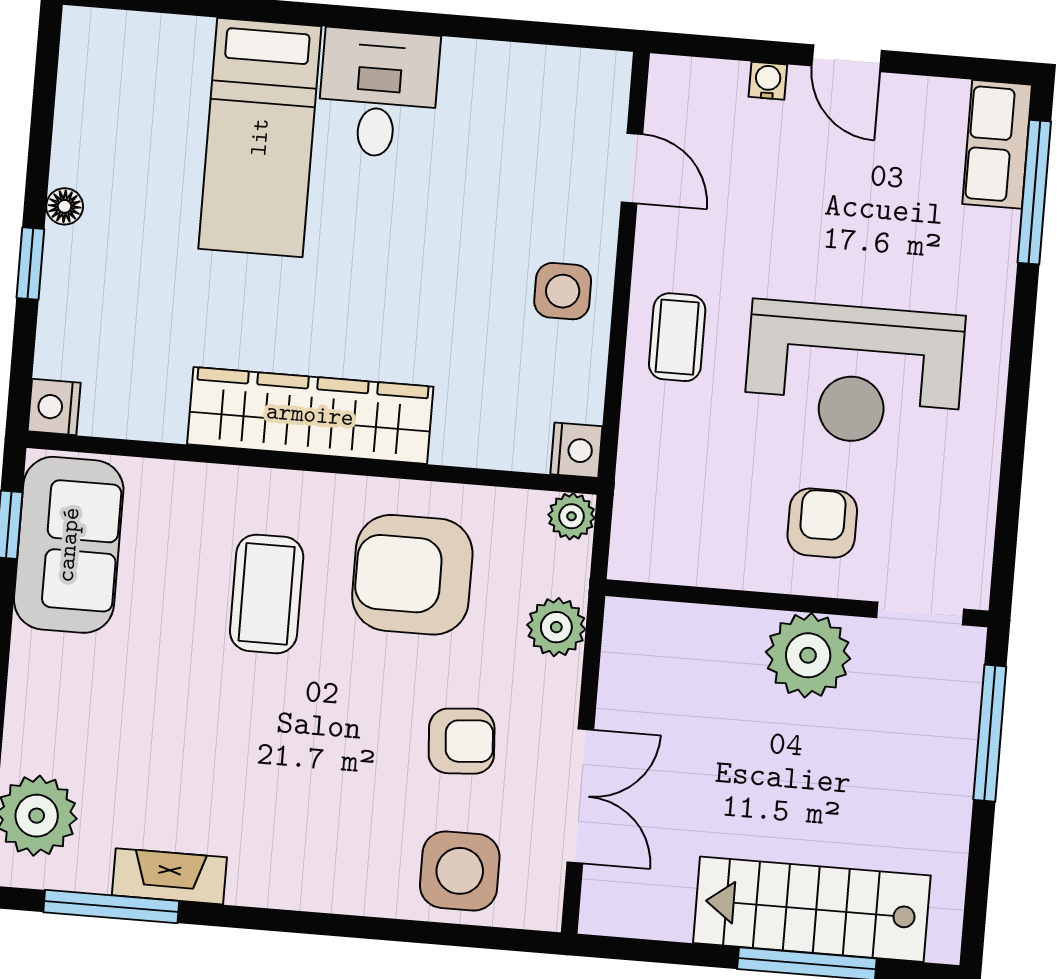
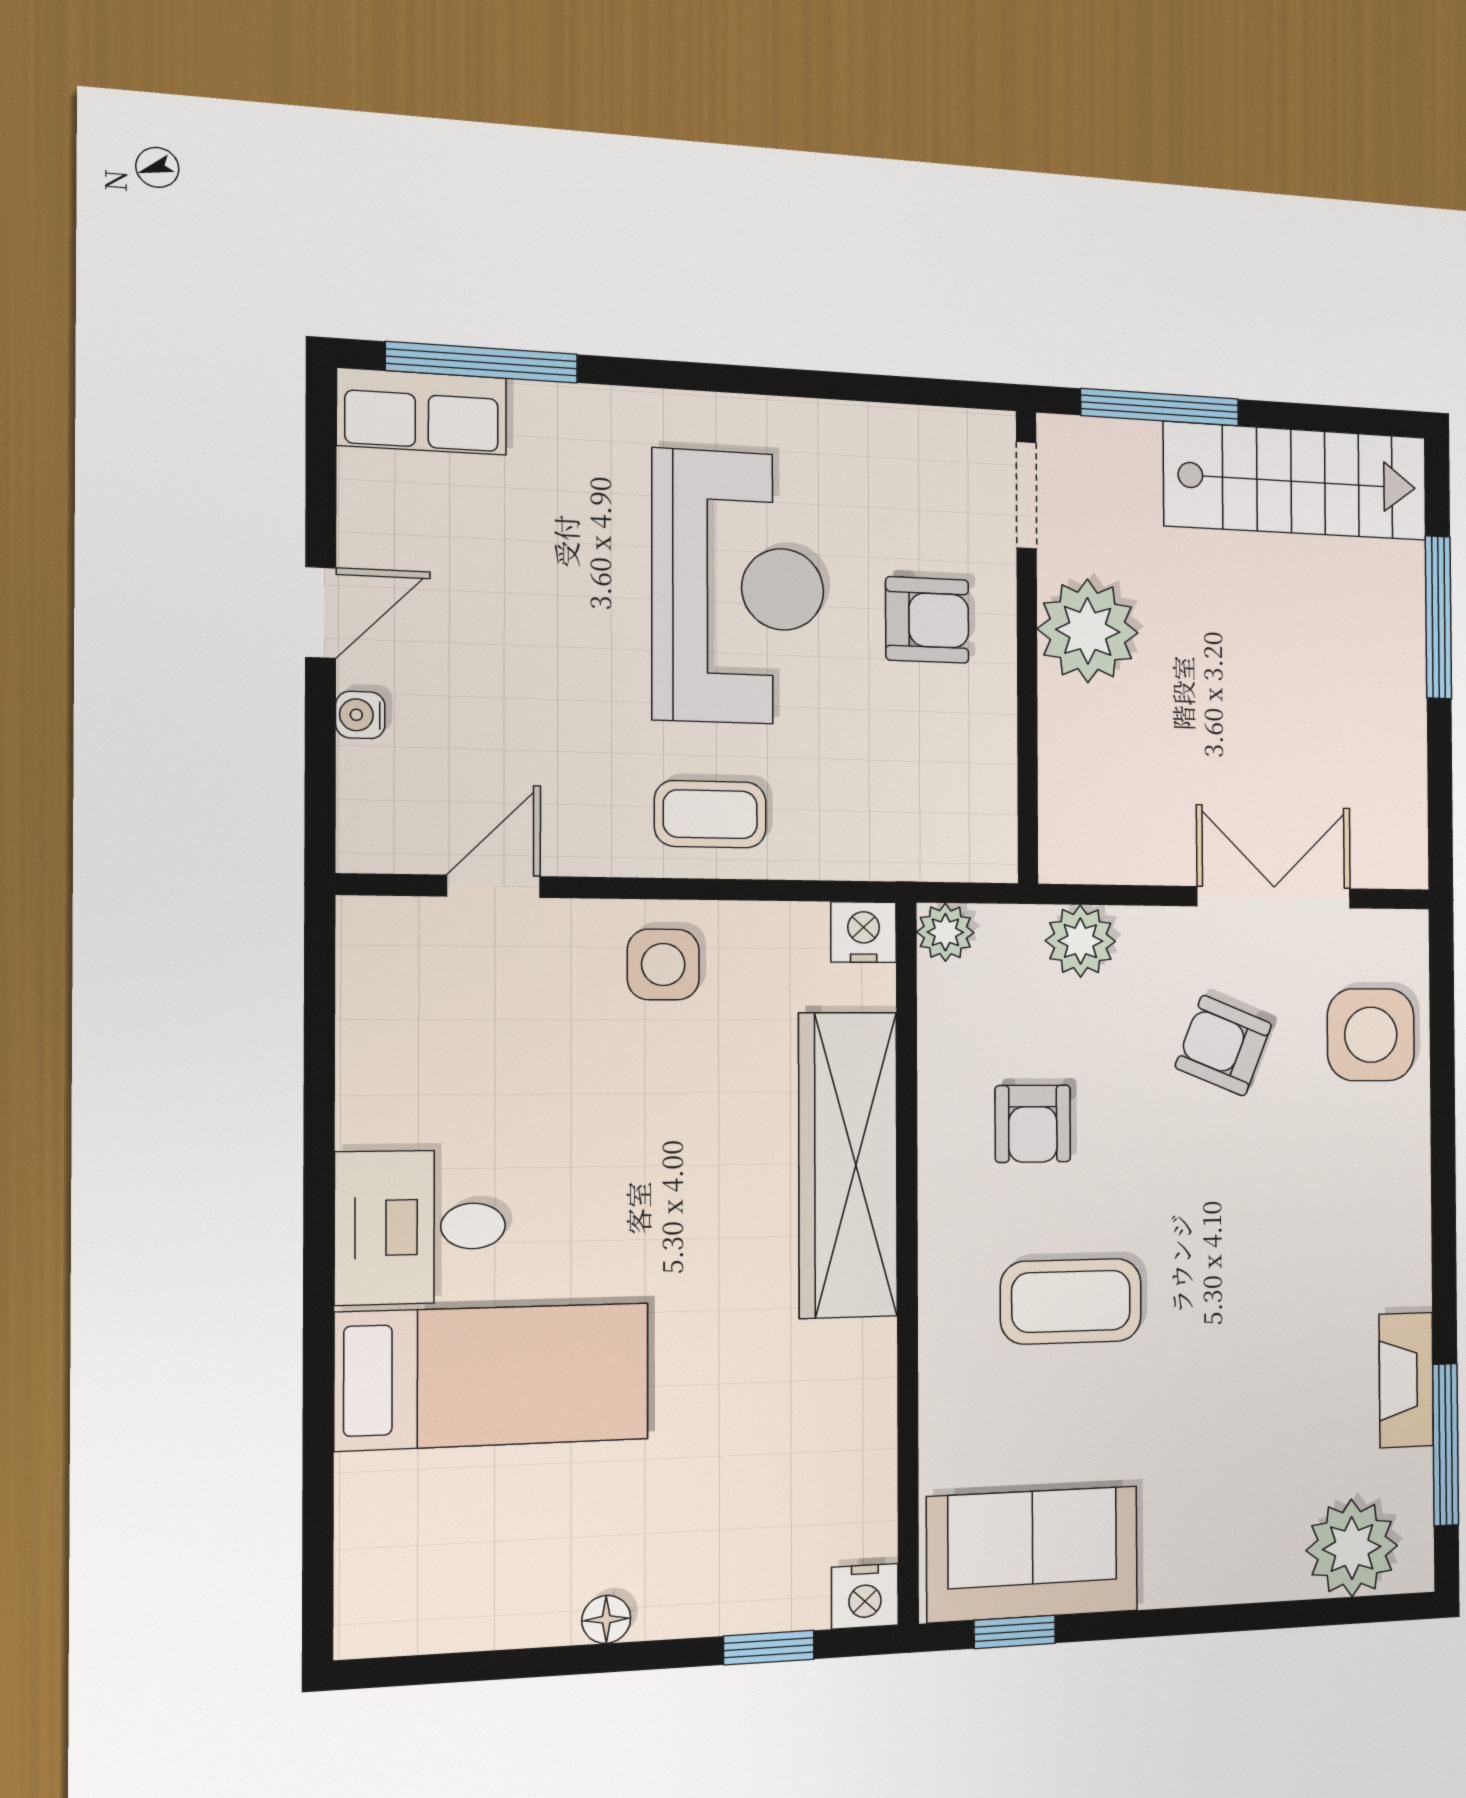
window: (30, 263) -> (769, 1648), moved
wardrobe: (310, 415) -> (848, 1165), moved
armchair: (822, 523) -> (927, 620), turned 180
armchair: (412, 575) -> (1033, 1124), width x0.53, depth x0.53
armchair: (462, 741) -> (1223, 1046), turned -64
stairs: (812, 909) -> (1296, 481), moved, turned -90

